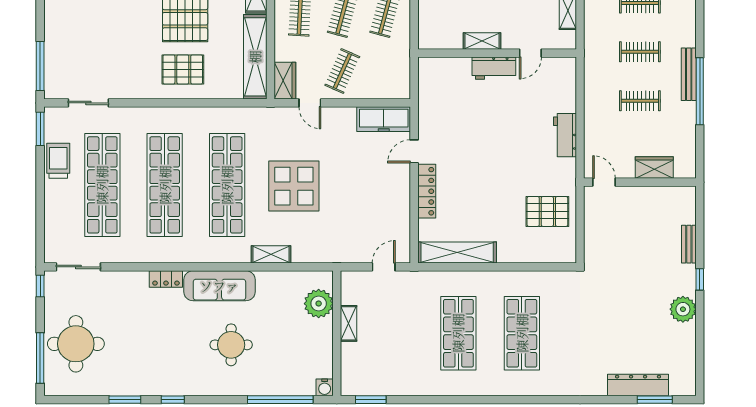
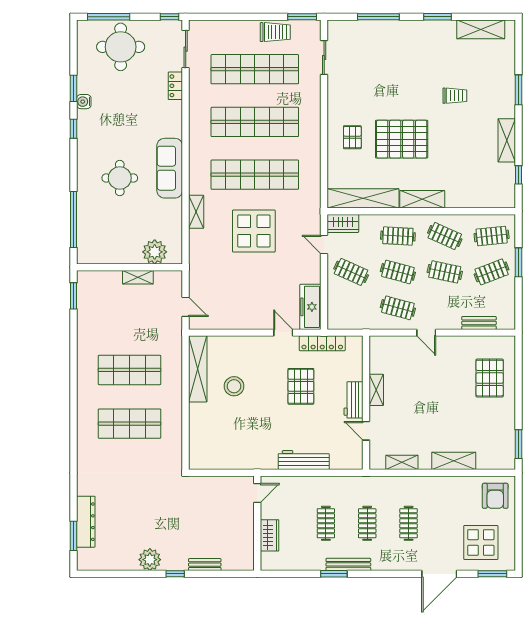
window: (40, 66) -> (378, 17), moved
pallet: (183, 69) -> (352, 137), width x0.67, depth x0.71
window: (700, 91) -> (334, 574), width x0.47
door: (310, 103) -> (324, 245), hinge flipped
workbench: (565, 135) -> (304, 460), width x1.38
locker: (427, 191) -> (322, 343), moved
stool: (478, 210) -> (234, 386), added
pallet: (547, 211) -> (301, 386), moved
locker: (166, 279) -> (175, 86), moved
water cooler: (325, 387) -> (84, 102), moved

